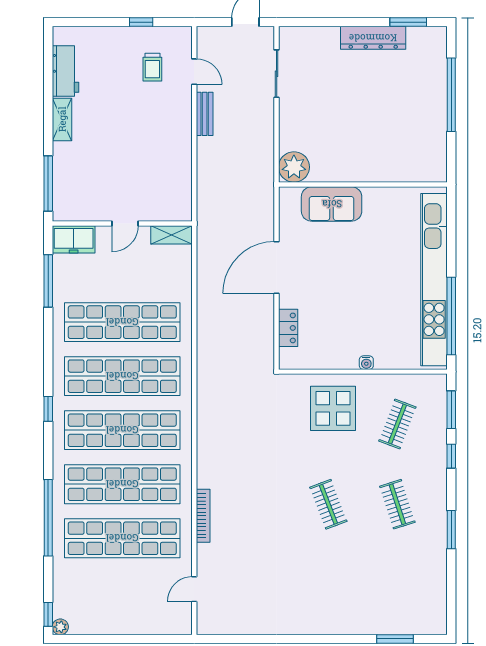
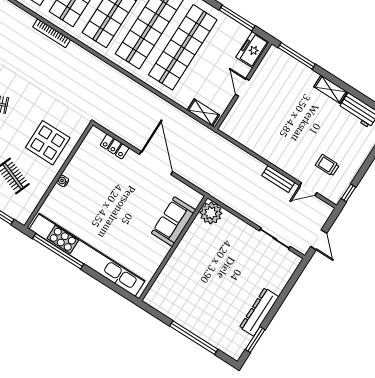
window: (141, 22) -> (349, 193), moved
shelving: (171, 235) -> (203, 113), moved, turned 90
bookcase: (203, 516) -> (52, 33), moved

